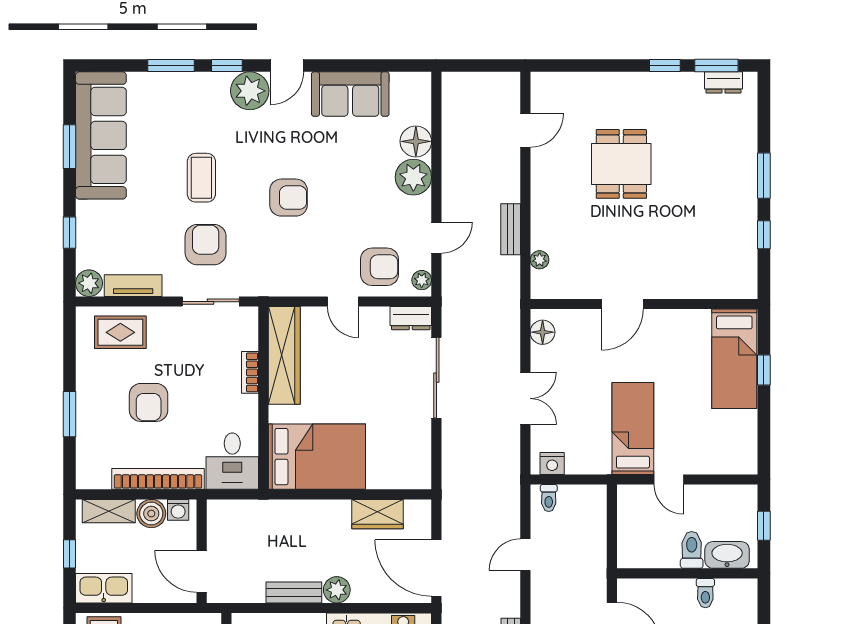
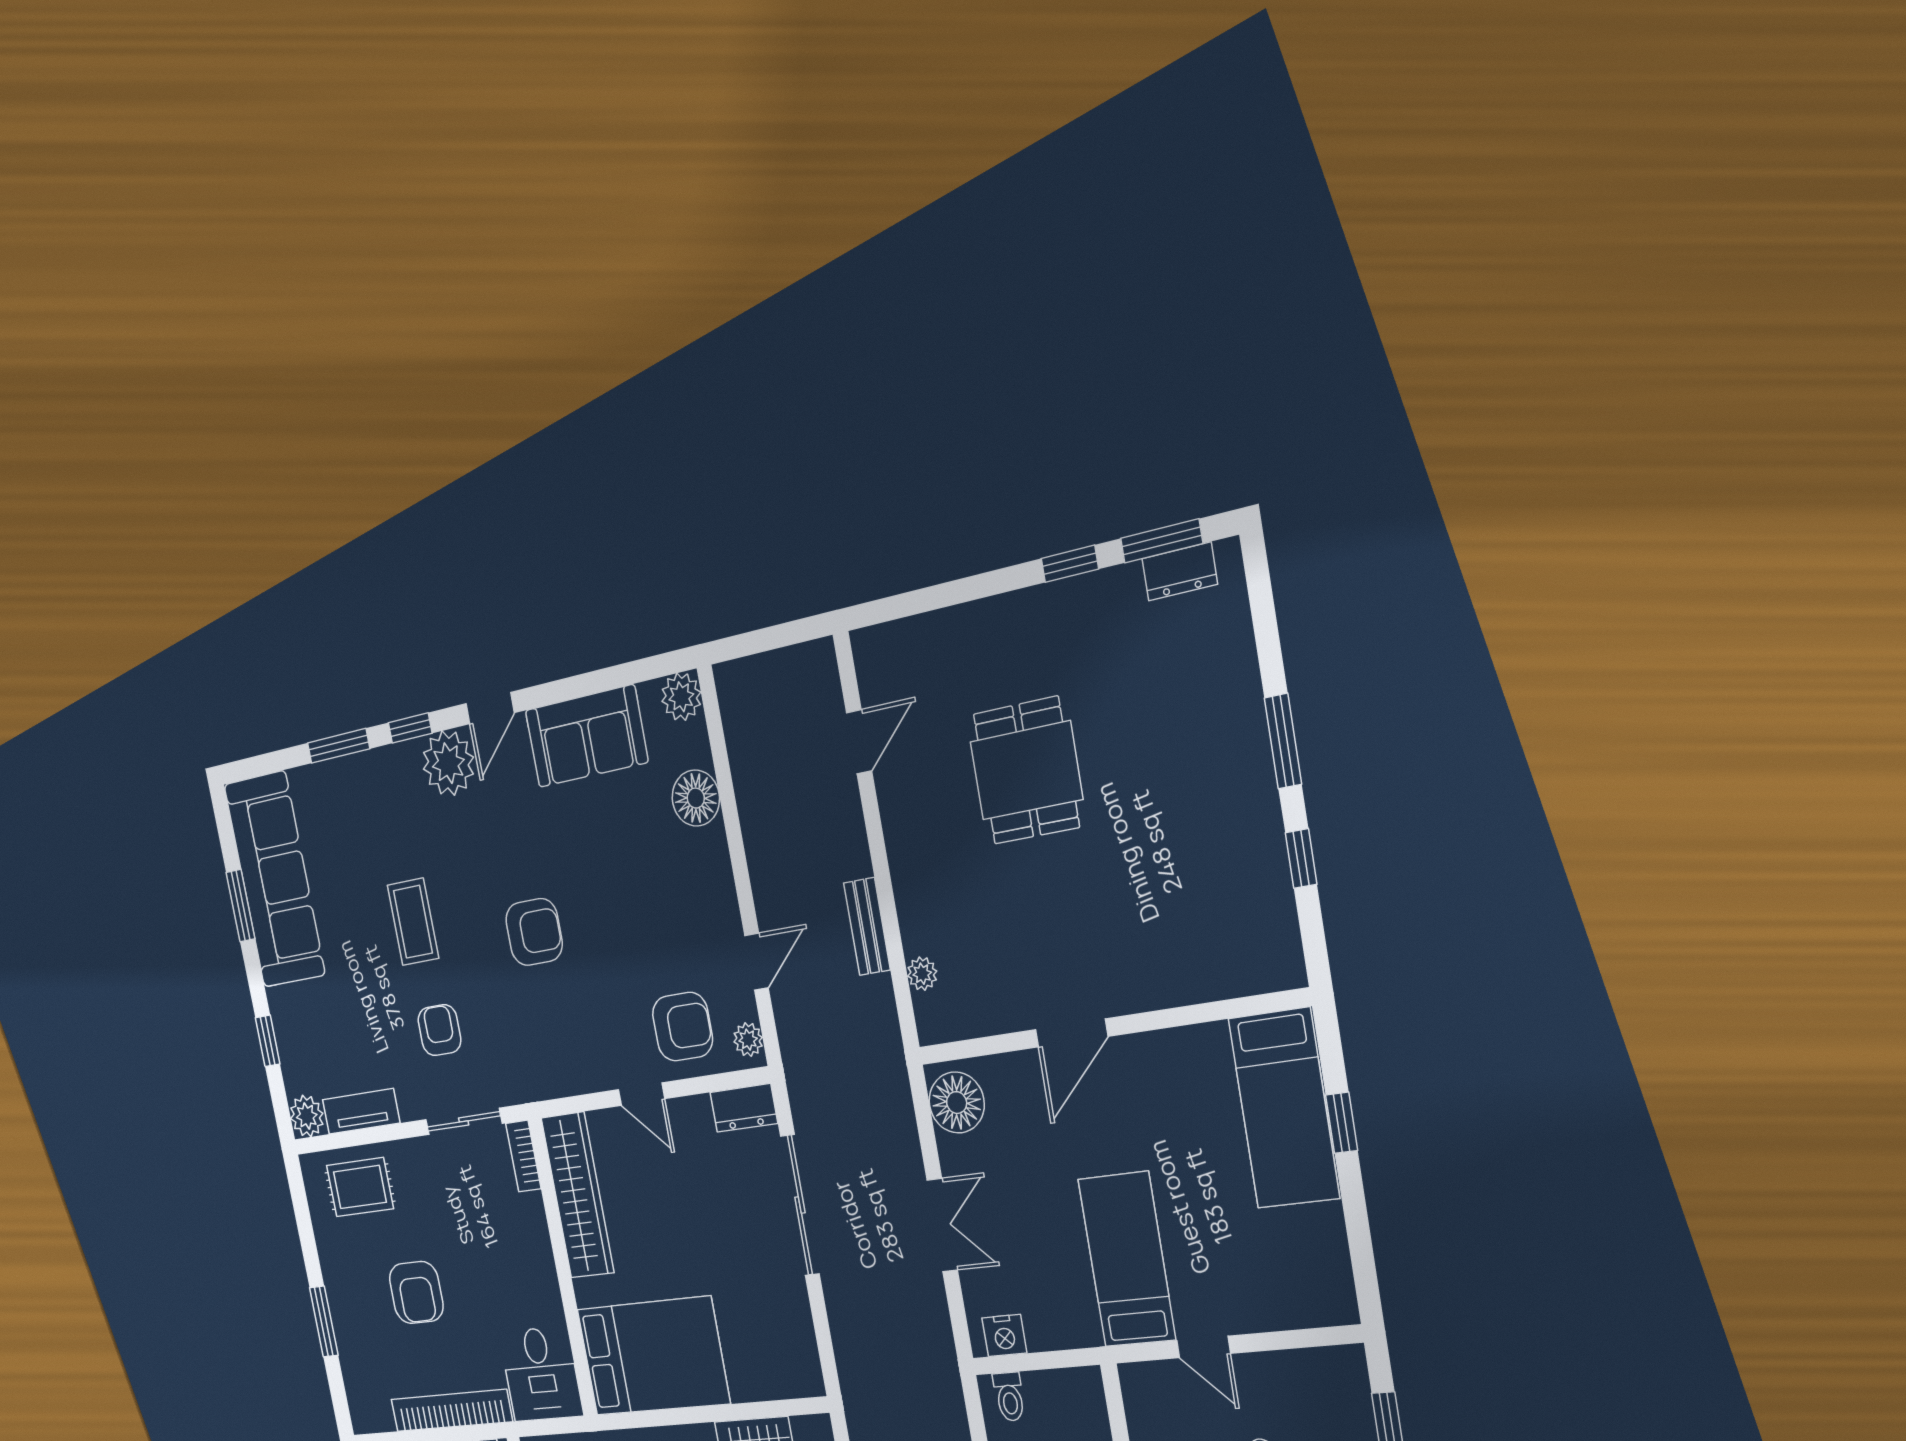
plant: (413, 177) -> (681, 697), moved, width x0.73, depth x0.73
armchair: (206, 245) -> (440, 1030), width x0.72, depth x0.72
floor lamp: (543, 332) -> (957, 1103), width x1.38, depth x1.38
bookcase: (250, 372) -> (523, 1156), moved

